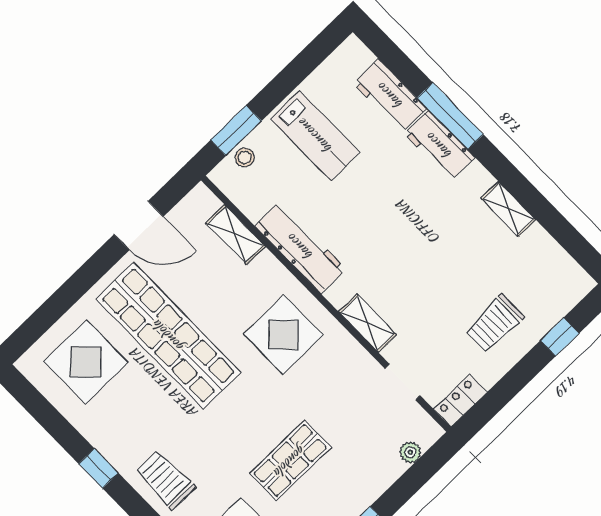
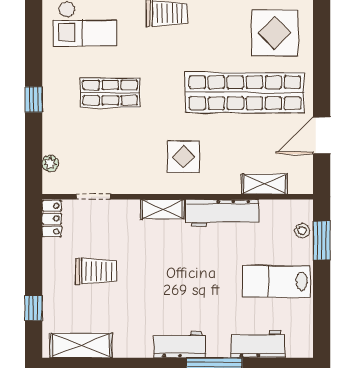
workbench: (439, 146) -> (180, 344), moved
shelving: (508, 209) -> (81, 345), moved, width x1.50, depth x1.33
shelving: (368, 323) -> (162, 209), moved
trolley: (495, 324) -> (96, 271), moved, turned 90
display table: (283, 335) -> (184, 157), width x0.73, depth x0.73
shop shelf: (290, 461) -> (110, 93), turned 90

